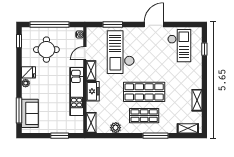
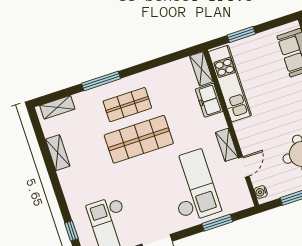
kitchen unit: (77, 91) -> (230, 84), moved
freezer: (93, 91) -> (209, 100), moved
plant: (116, 128) -> (163, 73), removed

